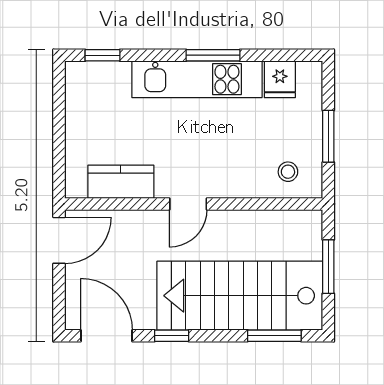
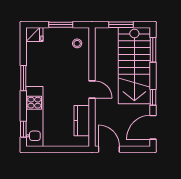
kitchen unit: (197, 79) -> (34, 117), moved
fridge: (280, 79) -> (34, 35), moved

